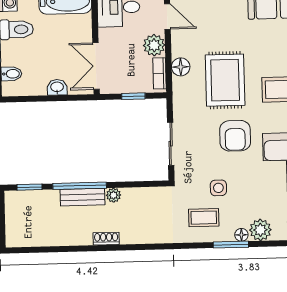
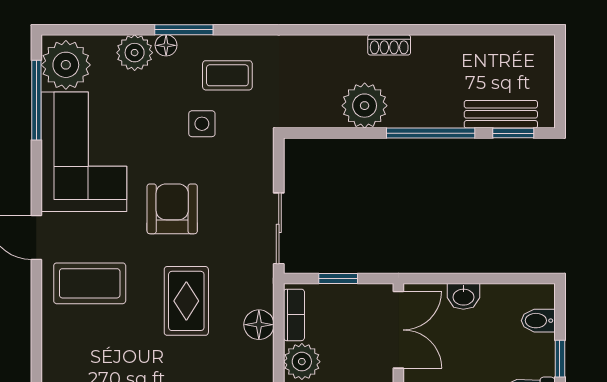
rug: (225, 80) -> (186, 301), width x0.73, depth x0.70
sliding door: (171, 144) -> (279, 228), moved
plant: (114, 195) -> (365, 106), width x1.87, depth x1.87
bench: (83, 197) -> (501, 114), moved

